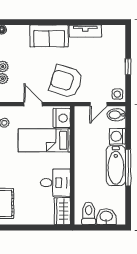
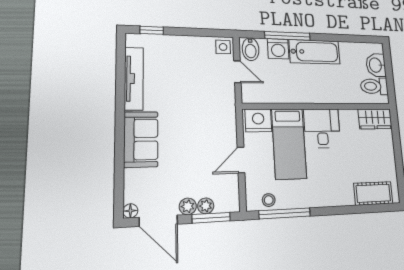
tv unit: (85, 31) -> (134, 79), width x1.41
window: (128, 67) -> (152, 30), moved
armchair: (66, 81) -> (208, 115), removed
window: (128, 168) -> (288, 36), moved
desk: (55, 183) -> (322, 128), moved

